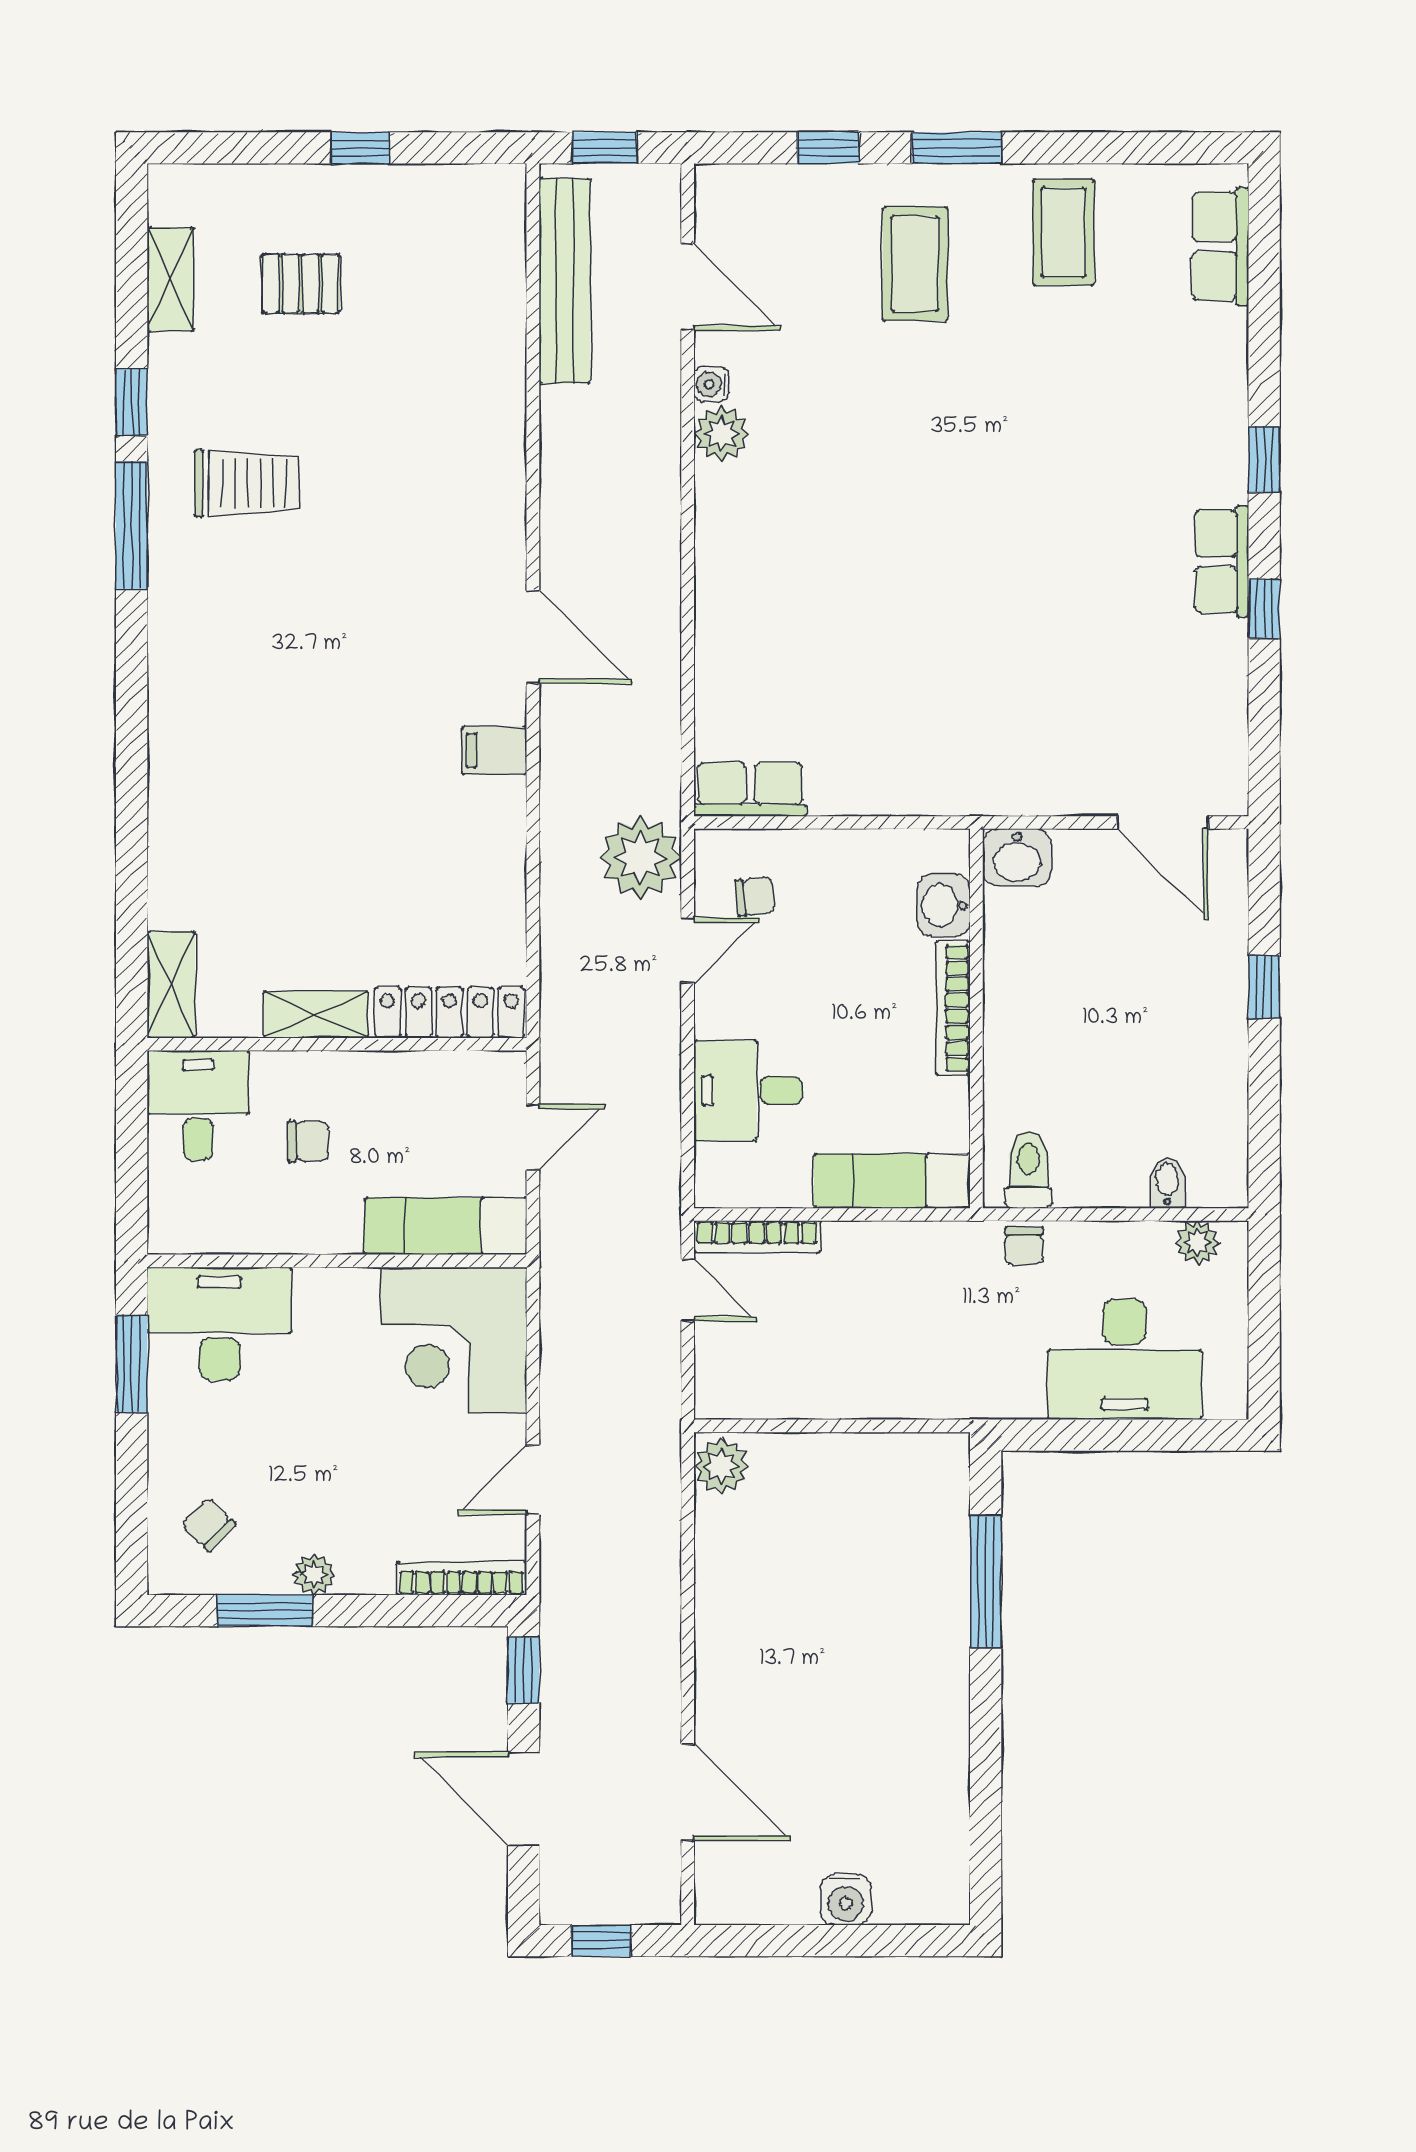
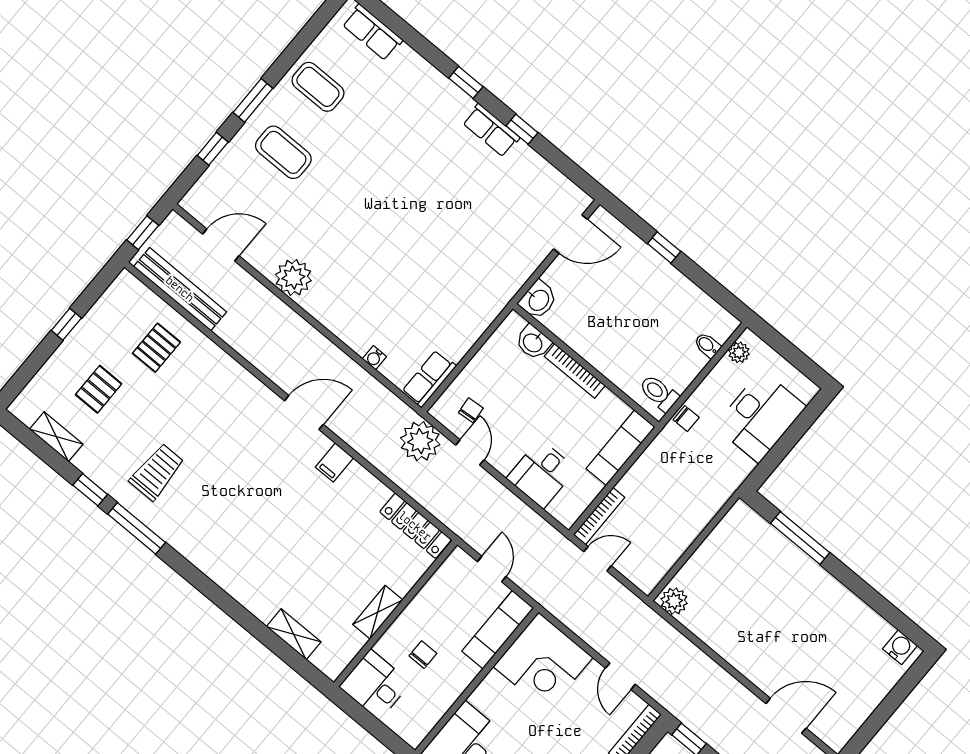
pallet: (442, 320) -> (156, 348), added
water cooler: (712, 384) -> (374, 358), moved
plant: (721, 434) -> (293, 278), width x1.36, depth x1.36
shelving: (171, 985) -> (294, 634), moved
locker: (449, 1012) -> (415, 526), moved, turned -90
water cooler: (846, 1900) -> (900, 647), moved, turned -90

